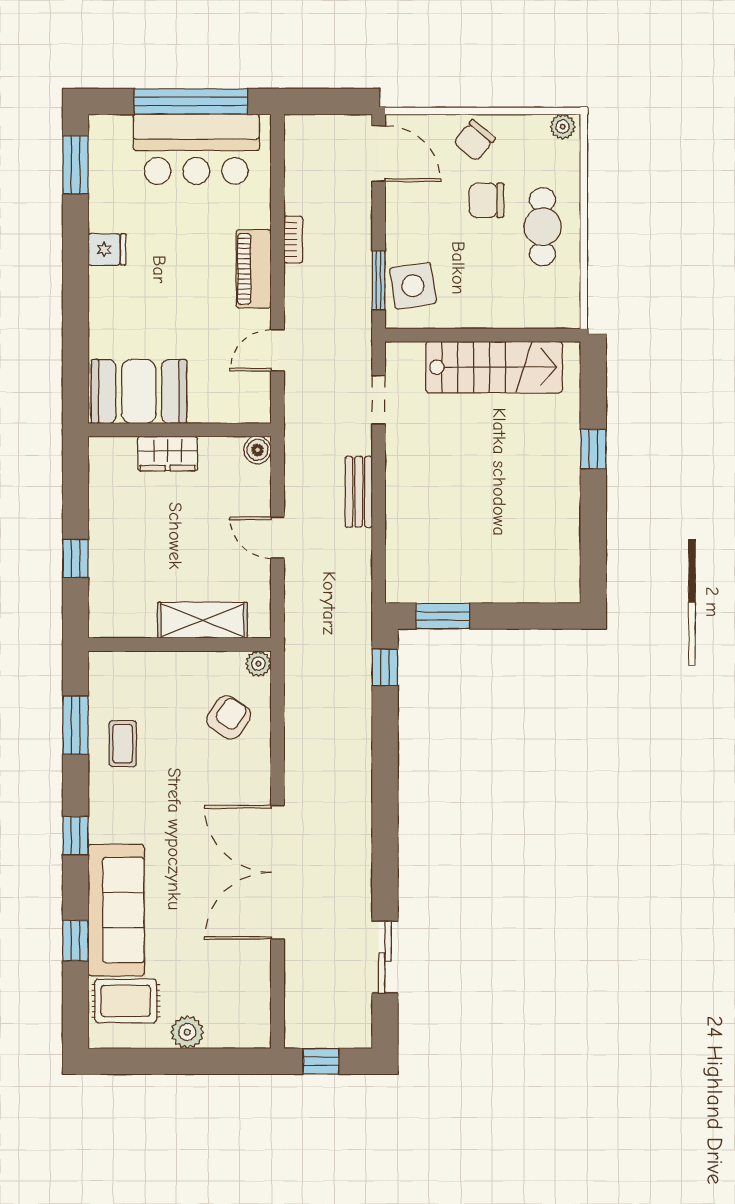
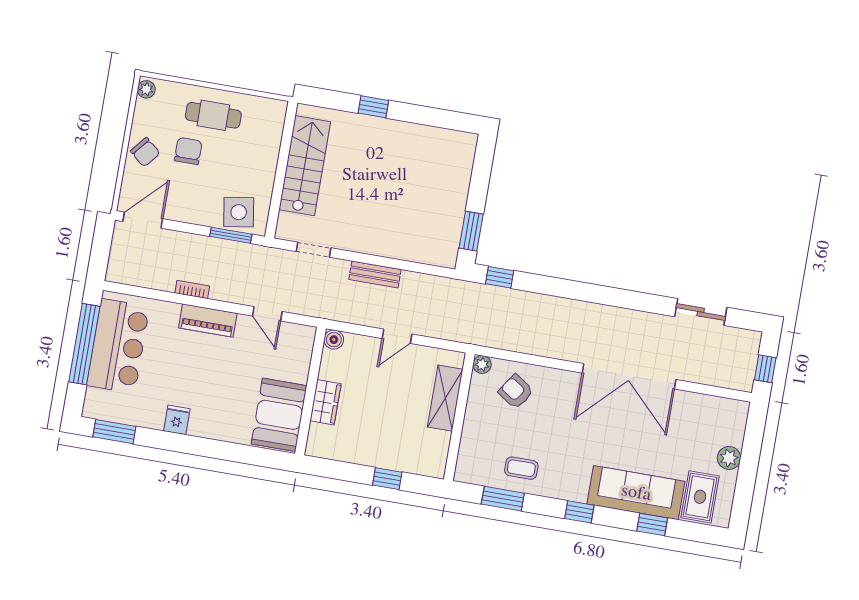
chair: (486, 200) -> (188, 151), turned 180

